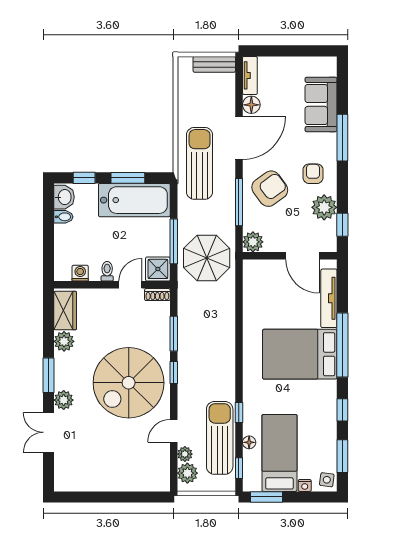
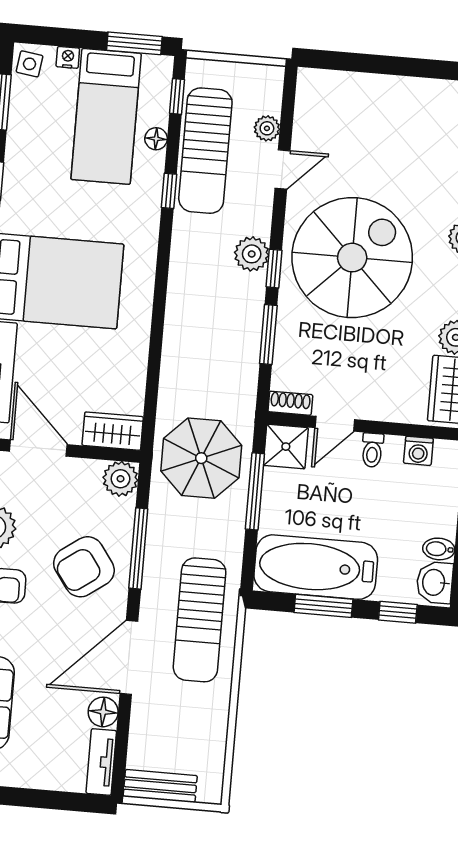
wardrobe: (260, 269) -> (113, 431), added
plant: (187, 473) -> (252, 254), moved

